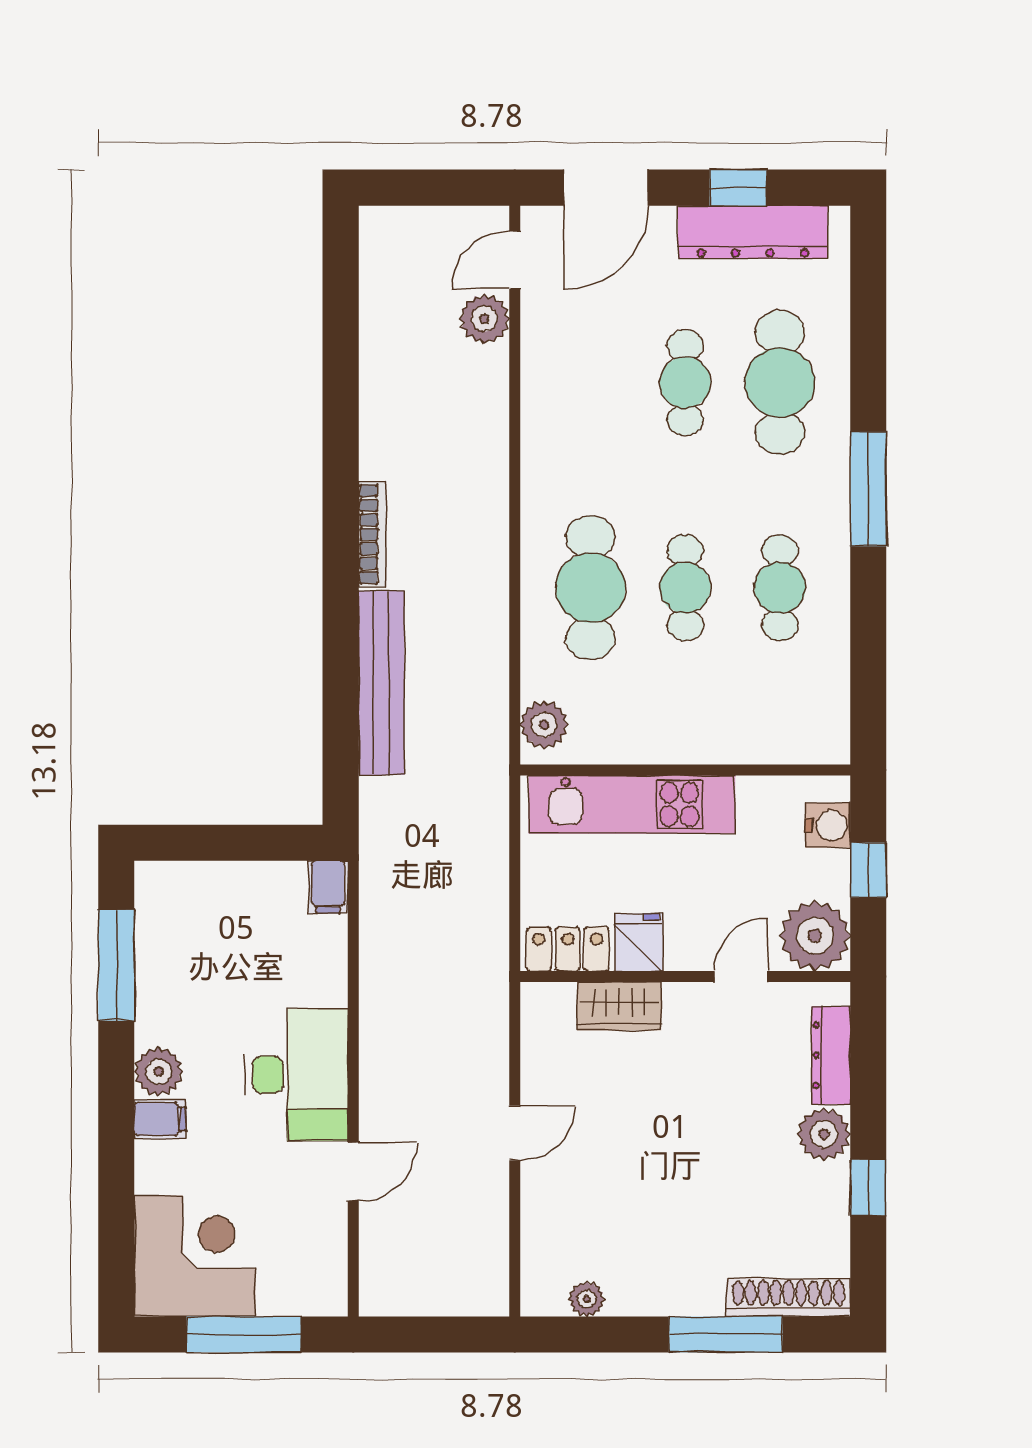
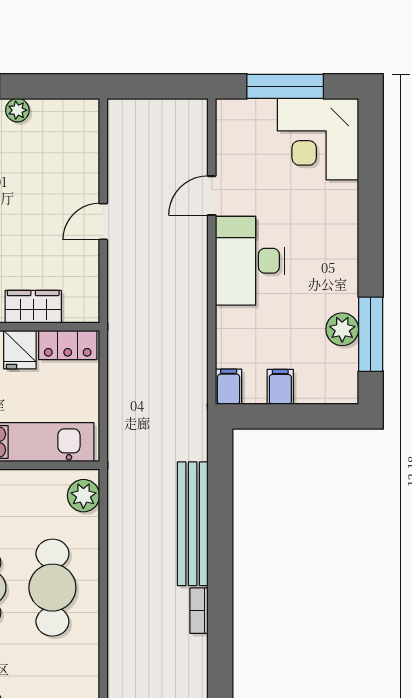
bookcase: (372, 534) -> (199, 611), width x0.64
plant: (159, 1072) -> (342, 329), moved
filing cabinet: (160, 1119) -> (280, 387), moved, turned 90
plant: (587, 1299) -> (17, 110), moved

